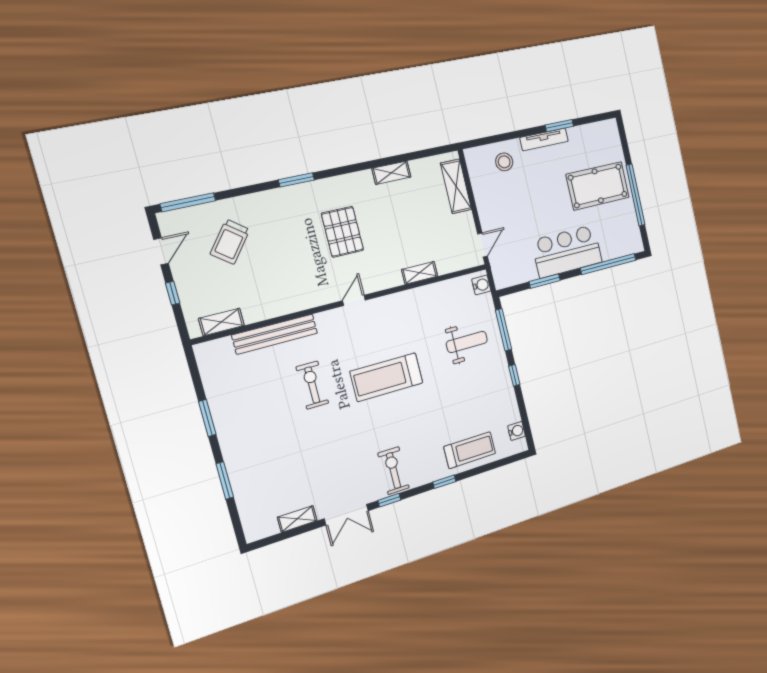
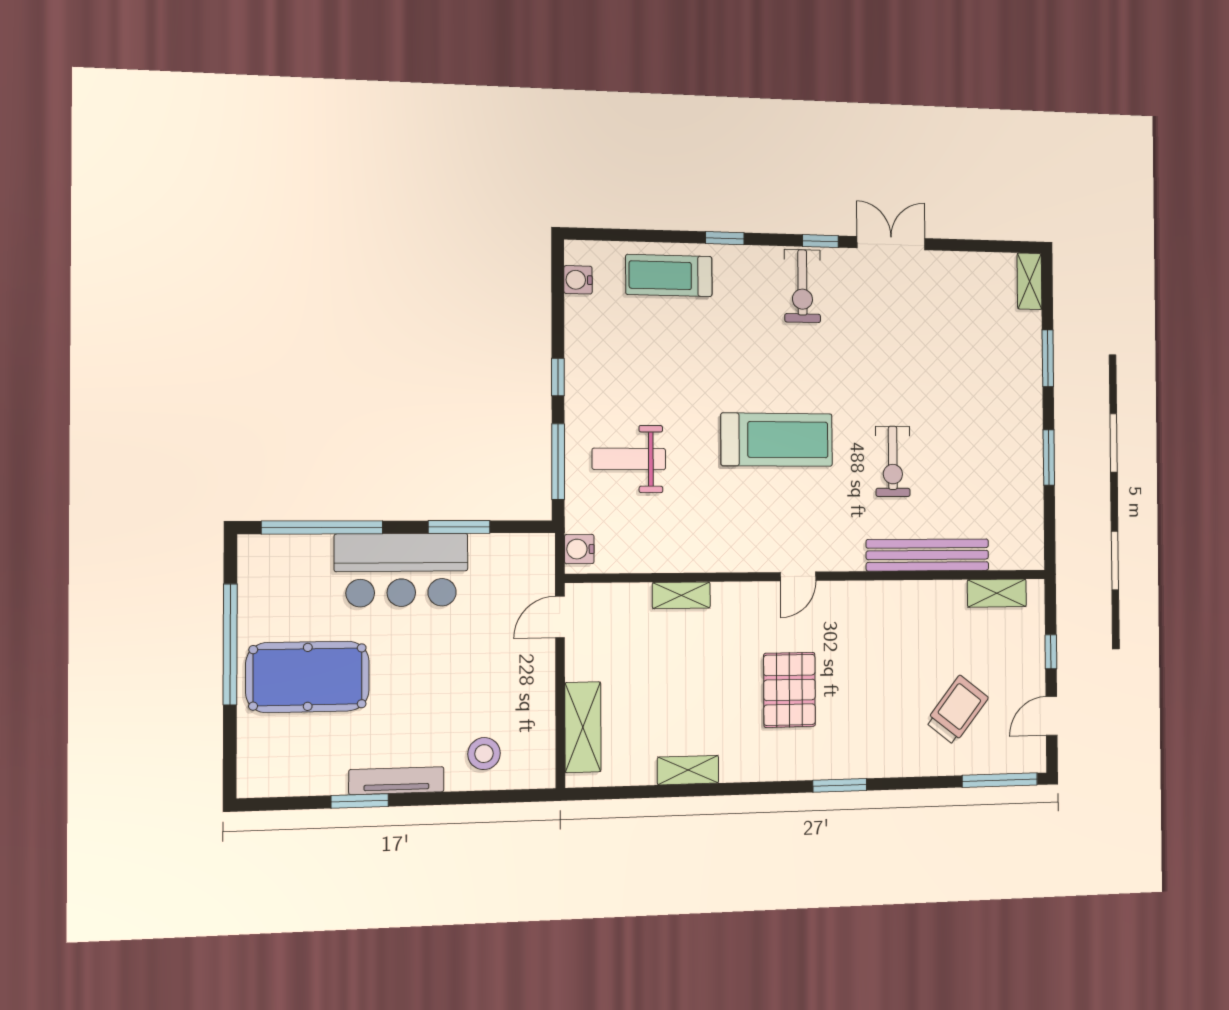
shelving: (297, 519) -> (1030, 281), moved, turned 90

